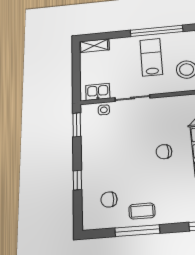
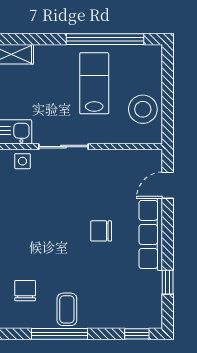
chair: (109, 199) -> (25, 291), turned 90
coffee table: (142, 211) -> (67, 309), turned 90

